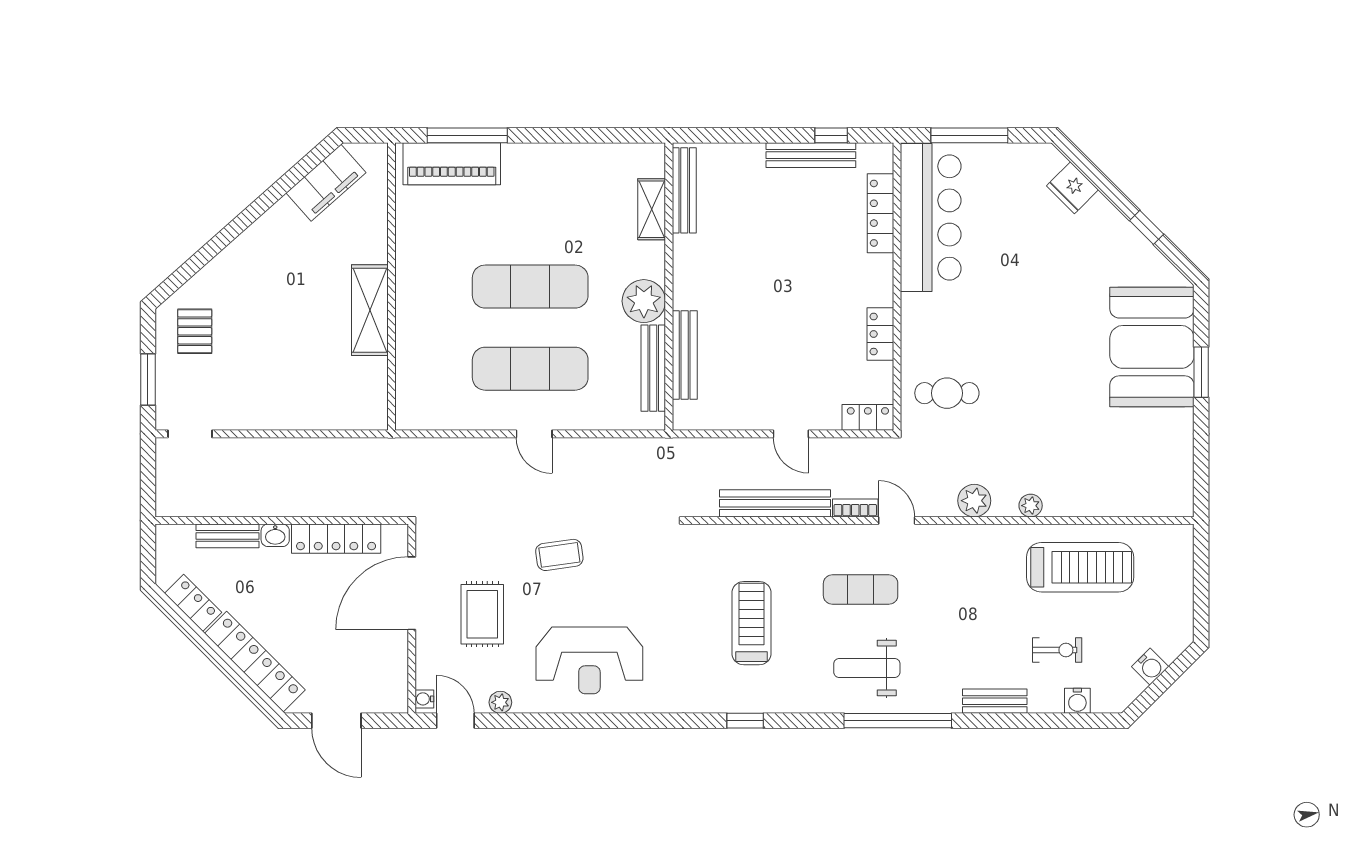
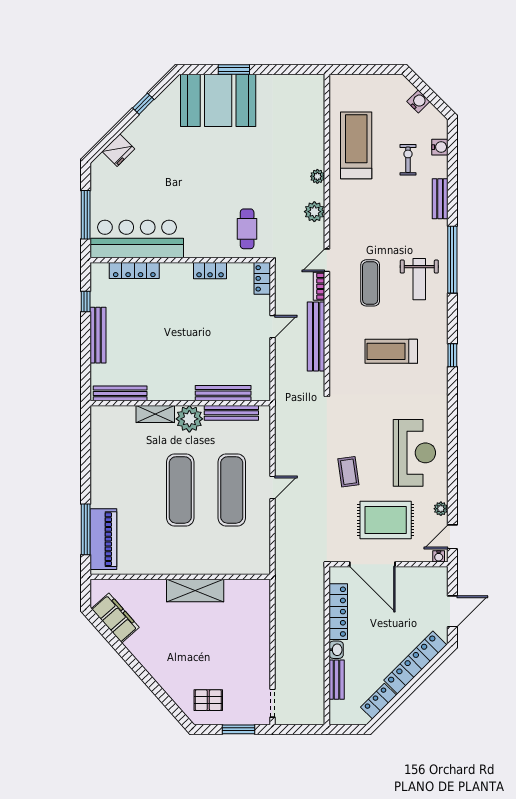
bench: (811, 155) -> (98, 335), moved
shelving: (652, 209) -> (155, 414), moved
rug: (482, 614) -> (386, 520), width x1.36, depth x1.43

